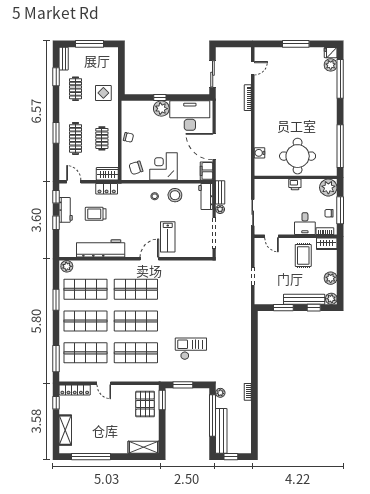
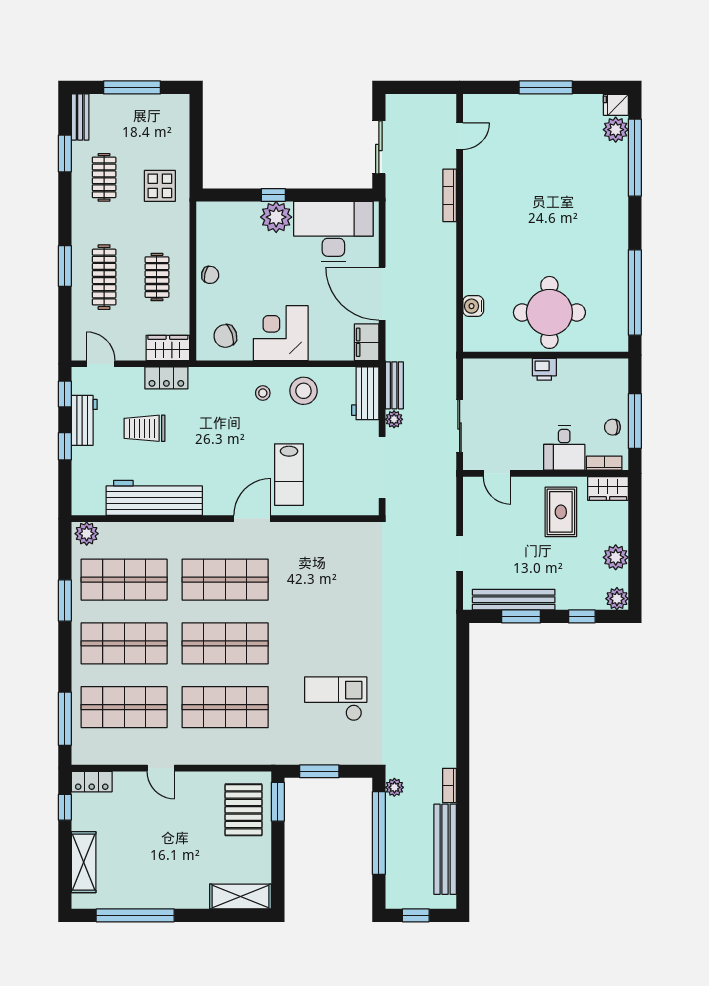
plant: (328, 188) -> (611, 376), removed
bench: (304, 299) -> (514, 600), moved
locker: (75, 390) -> (92, 782), width x0.66
bench: (221, 431) -> (445, 849), moved

